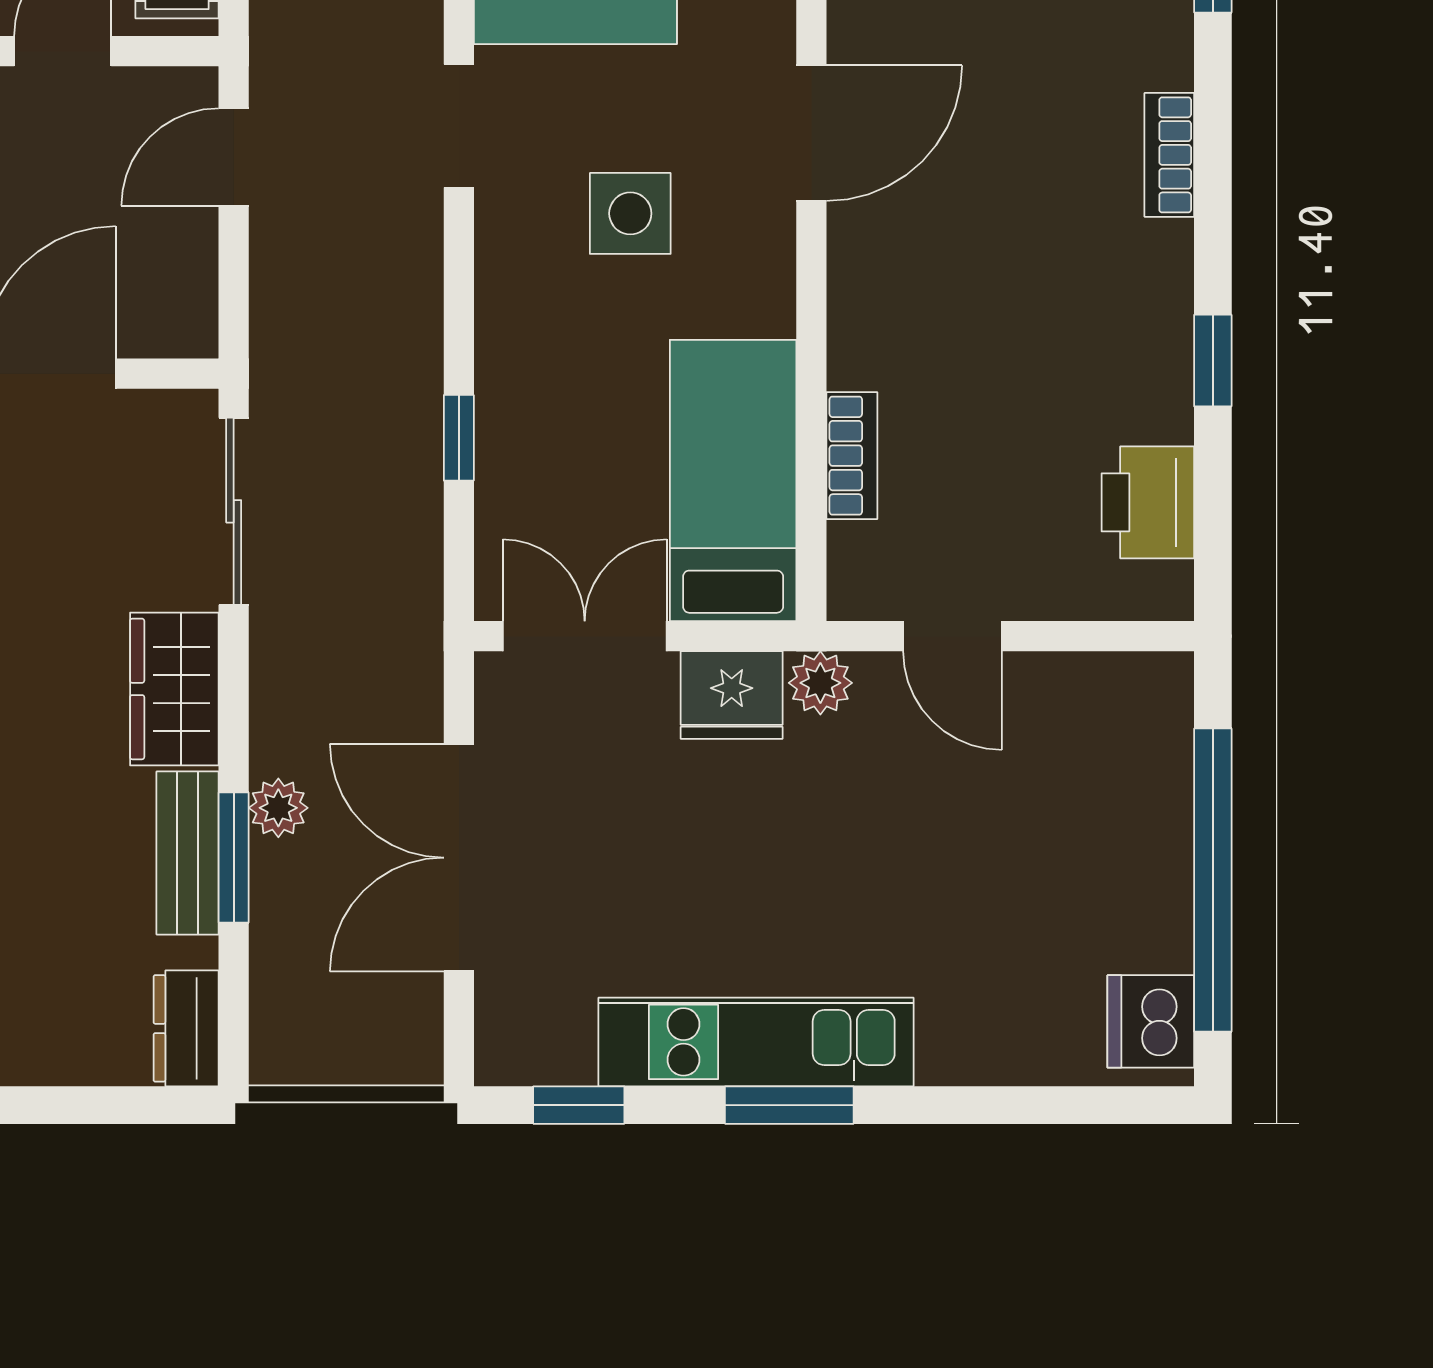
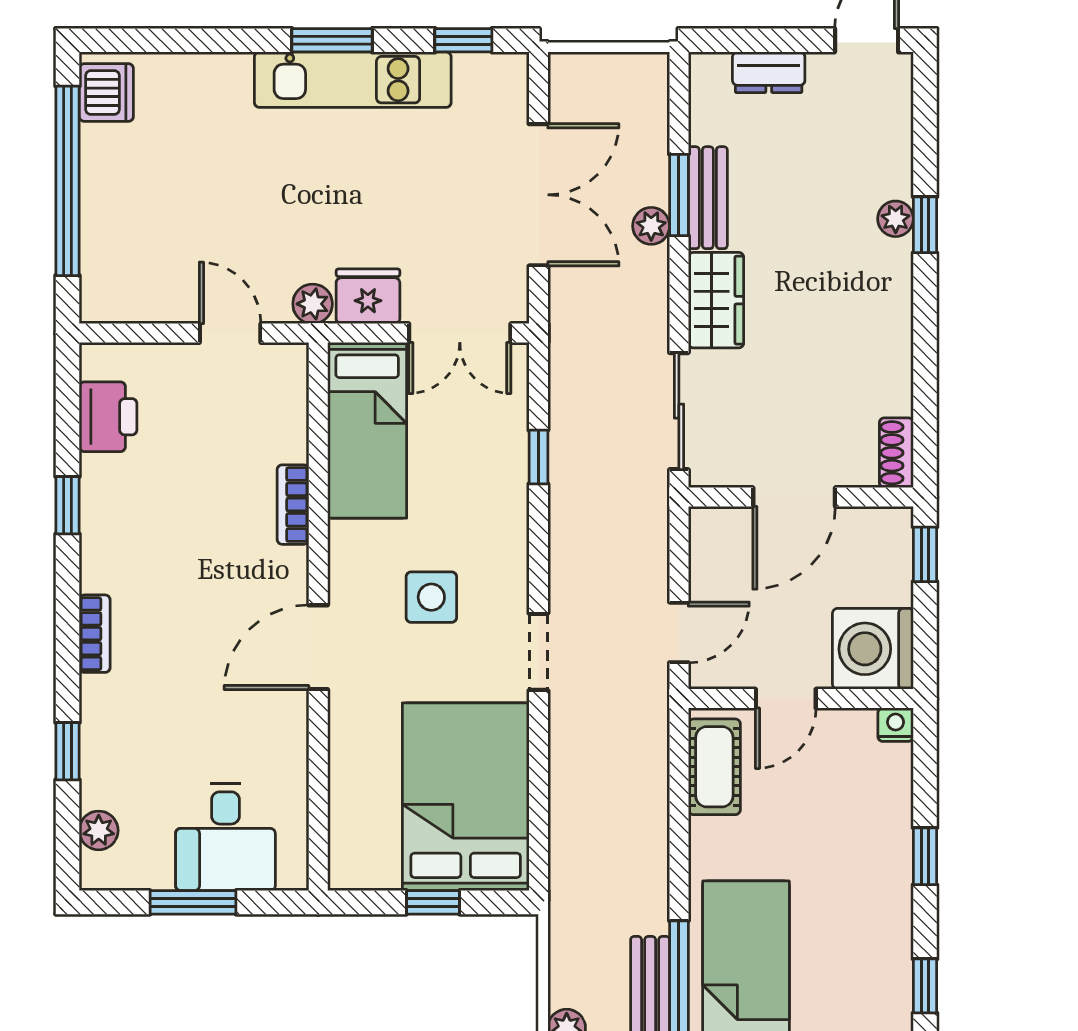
bookcase: (852, 456) -> (293, 505), moved
dresser: (186, 1028) -> (769, 72), moved, turned 90

